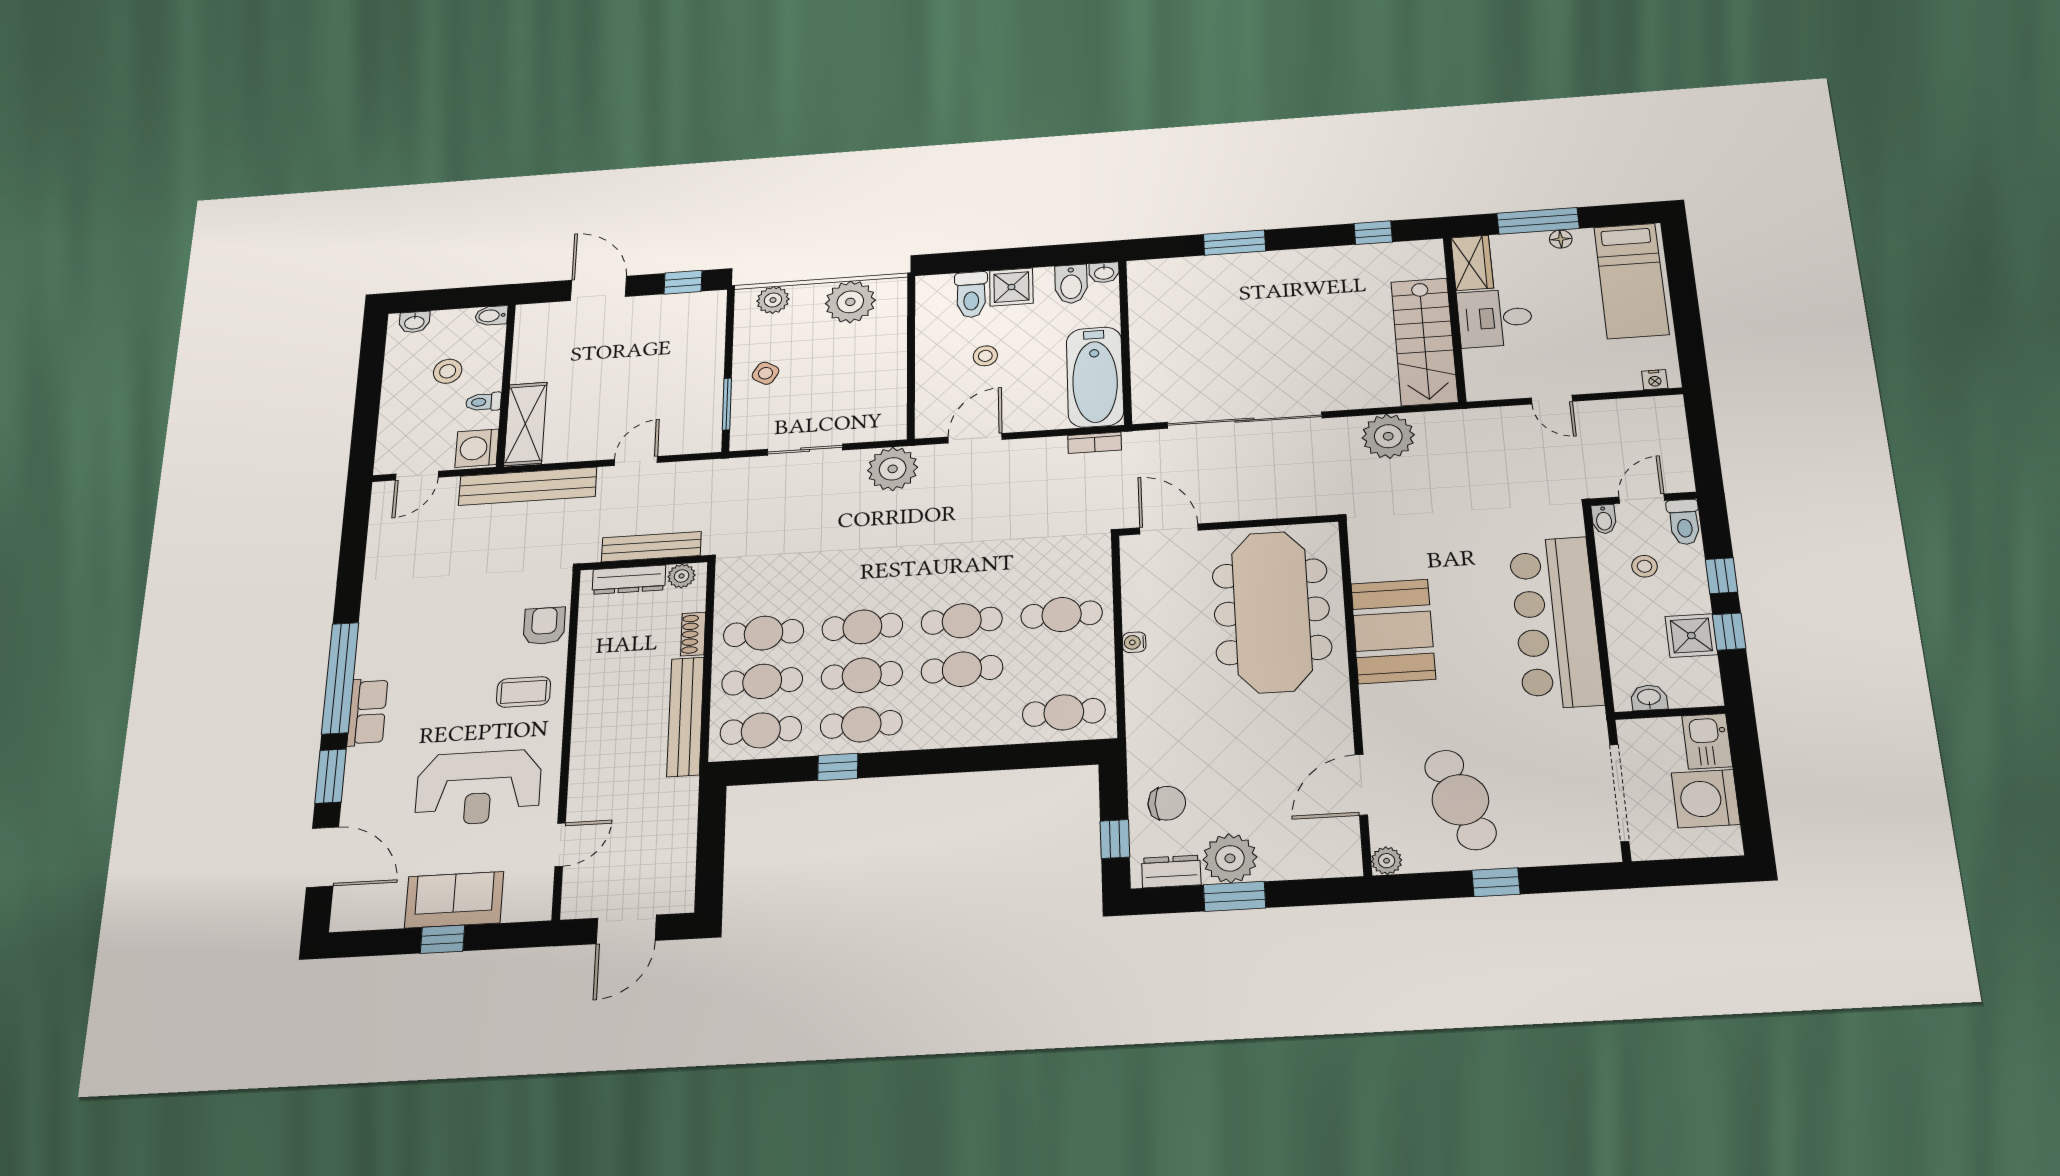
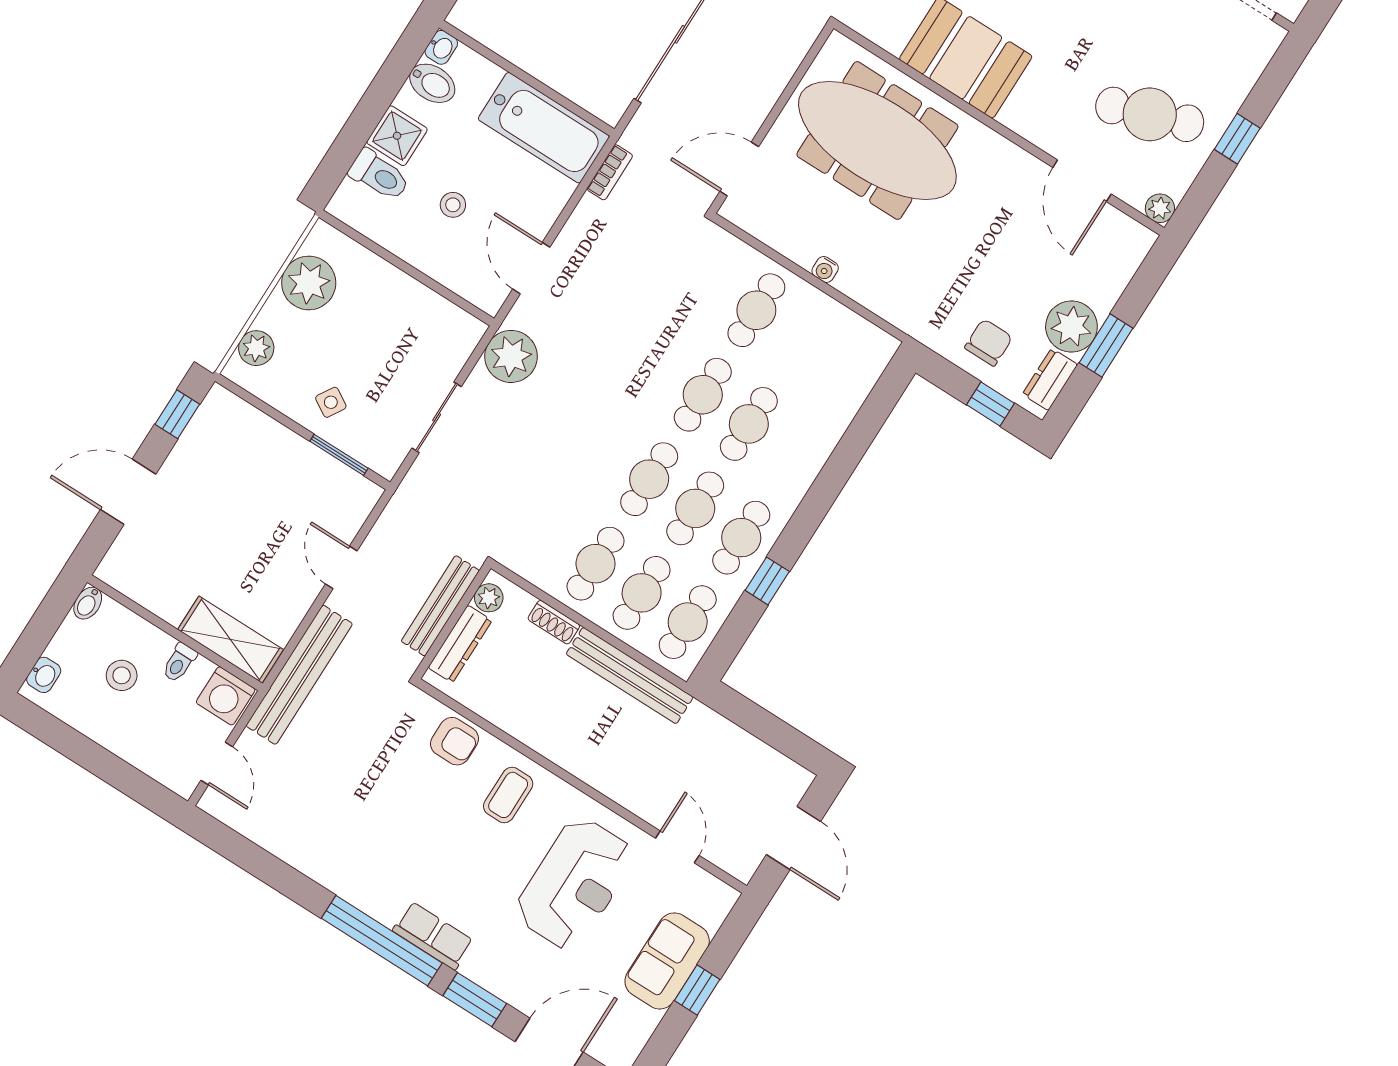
armchair: (544, 626) -> (455, 741), turned 180
cafe table: (1064, 712) -> (848, 369), removed

